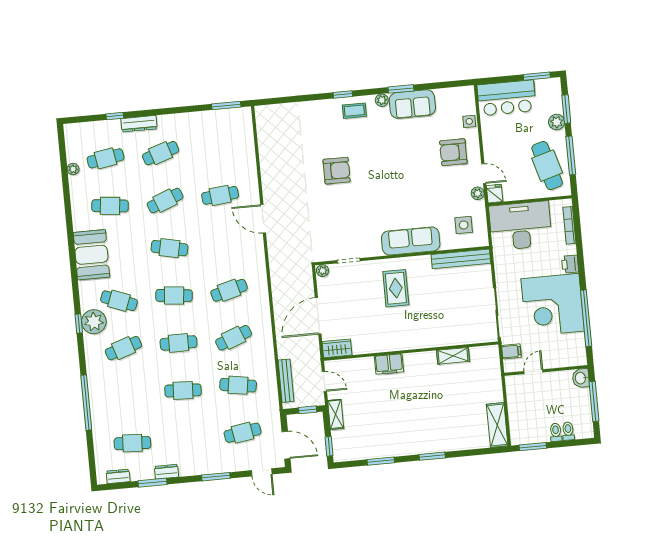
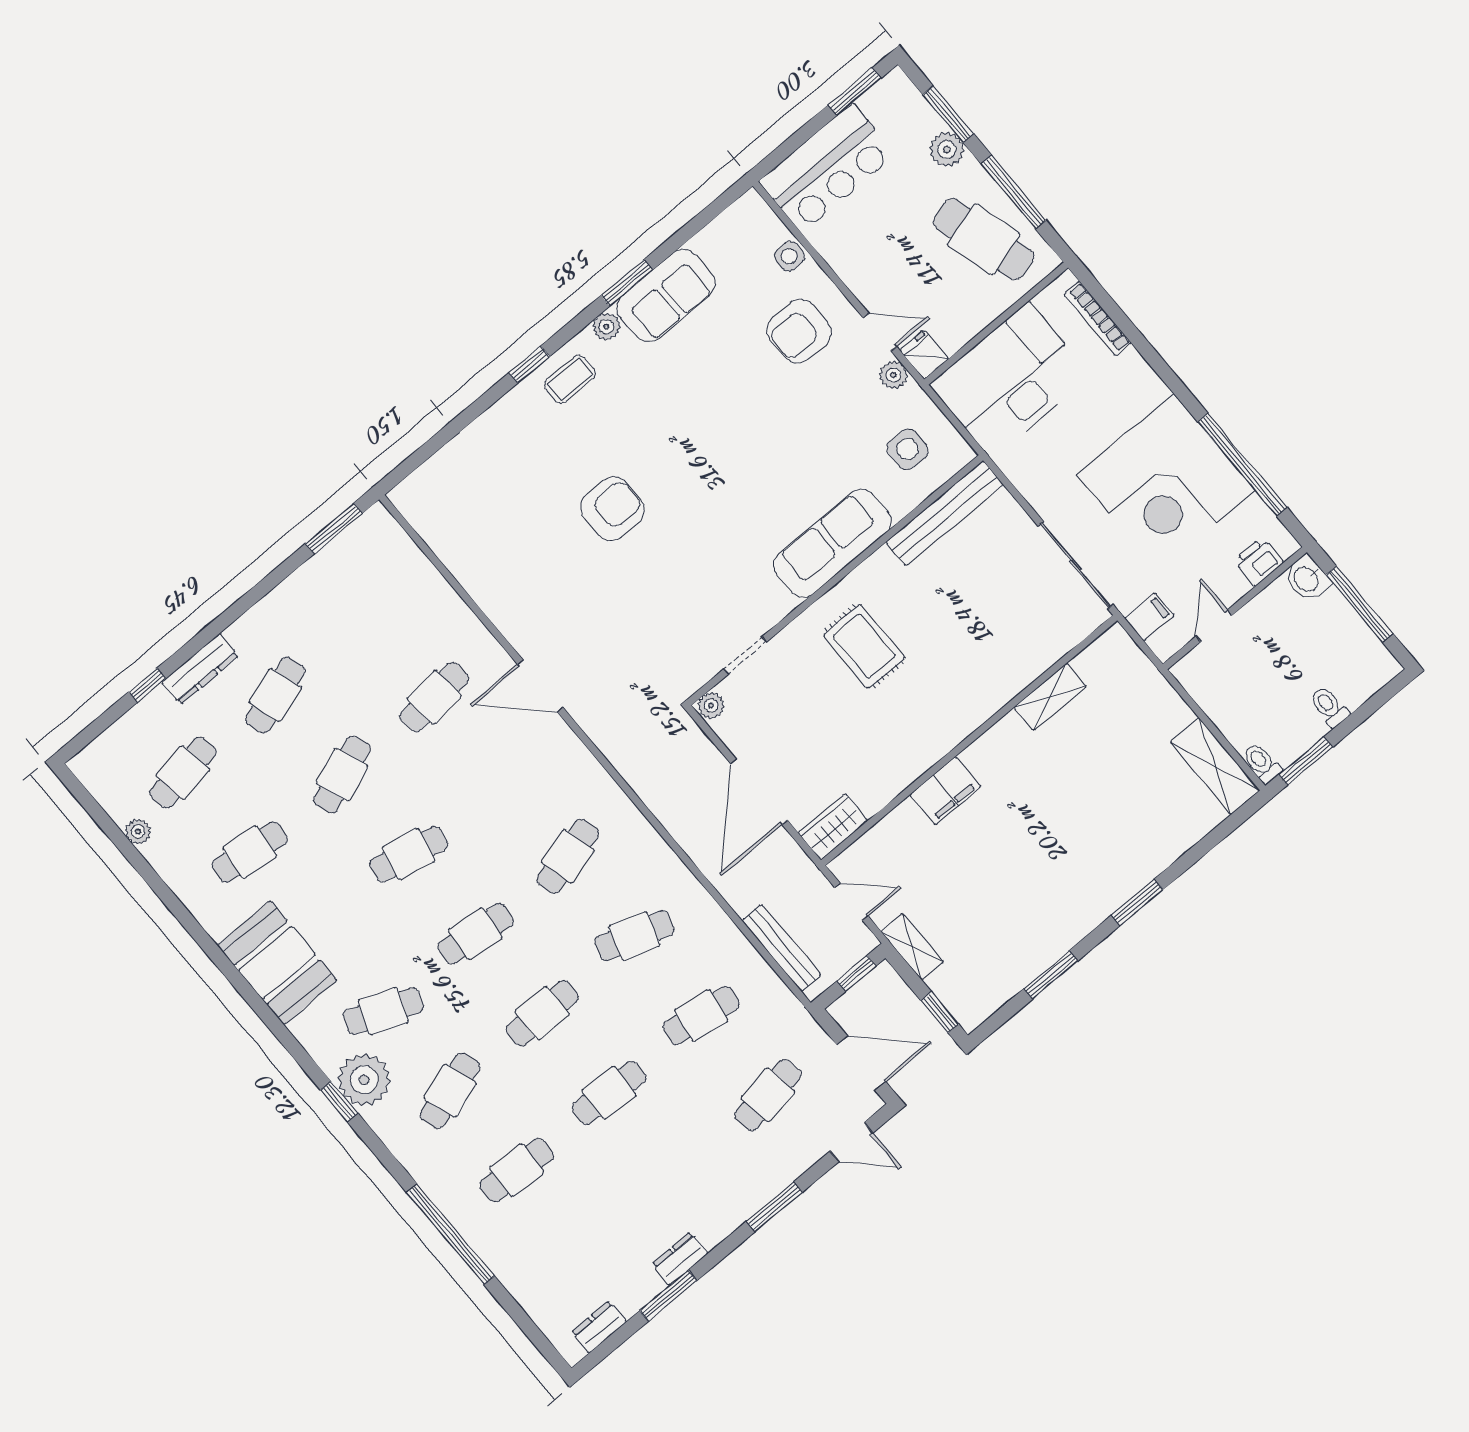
printer: (570, 264) -> (1259, 562), moved, turned 90
cafe table: (234, 338) -> (634, 936), turned 39
toilet: (568, 431) -> (1262, 763), moved
cafe table: (132, 443) -> (517, 1170), moved

